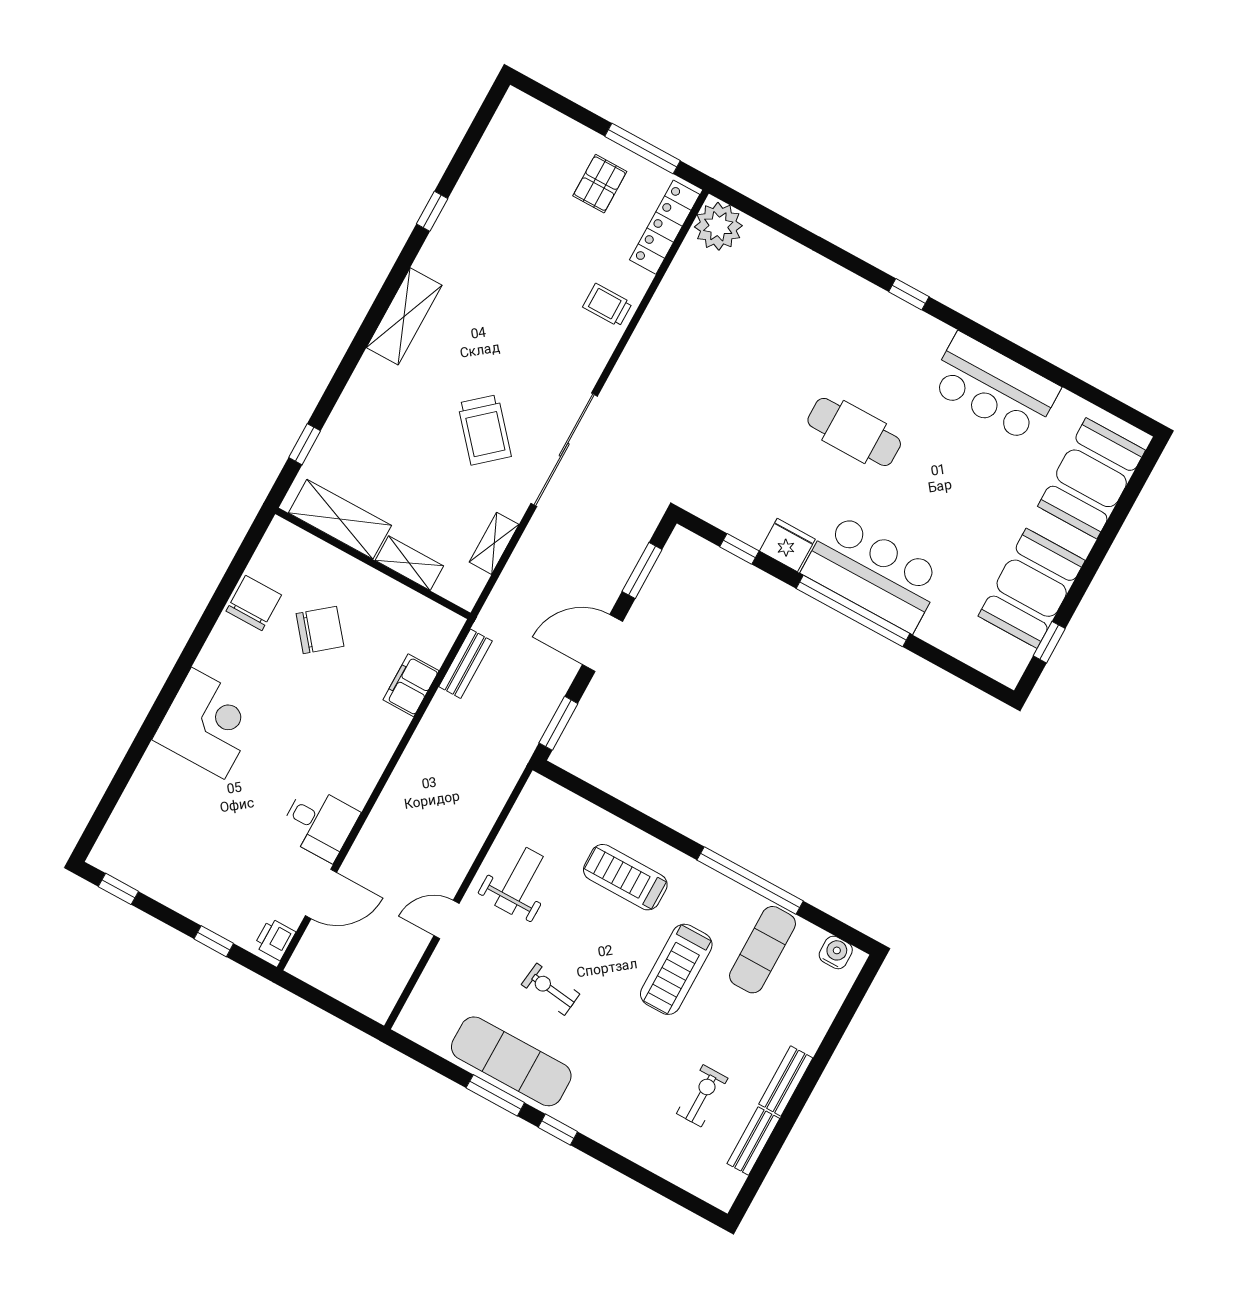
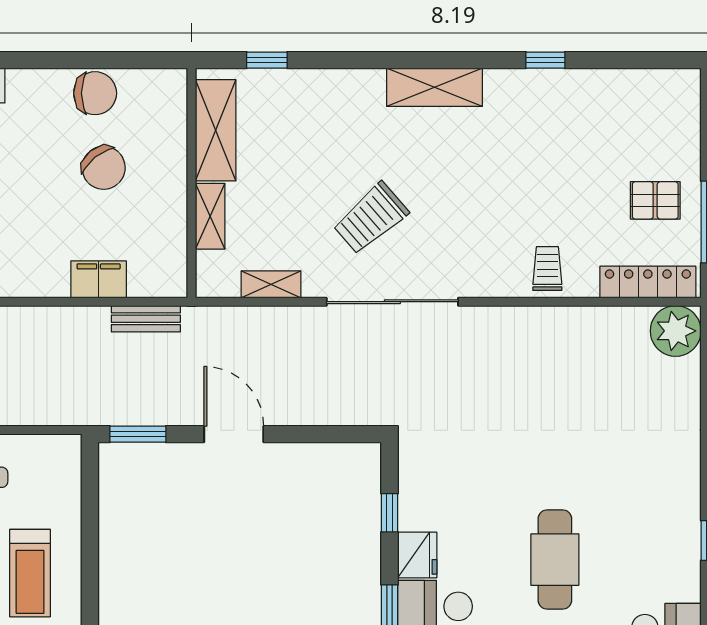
window: (642, 571) -> (321, 434), removed
treadmill: (625, 877) -> (30, 573), turned 180

